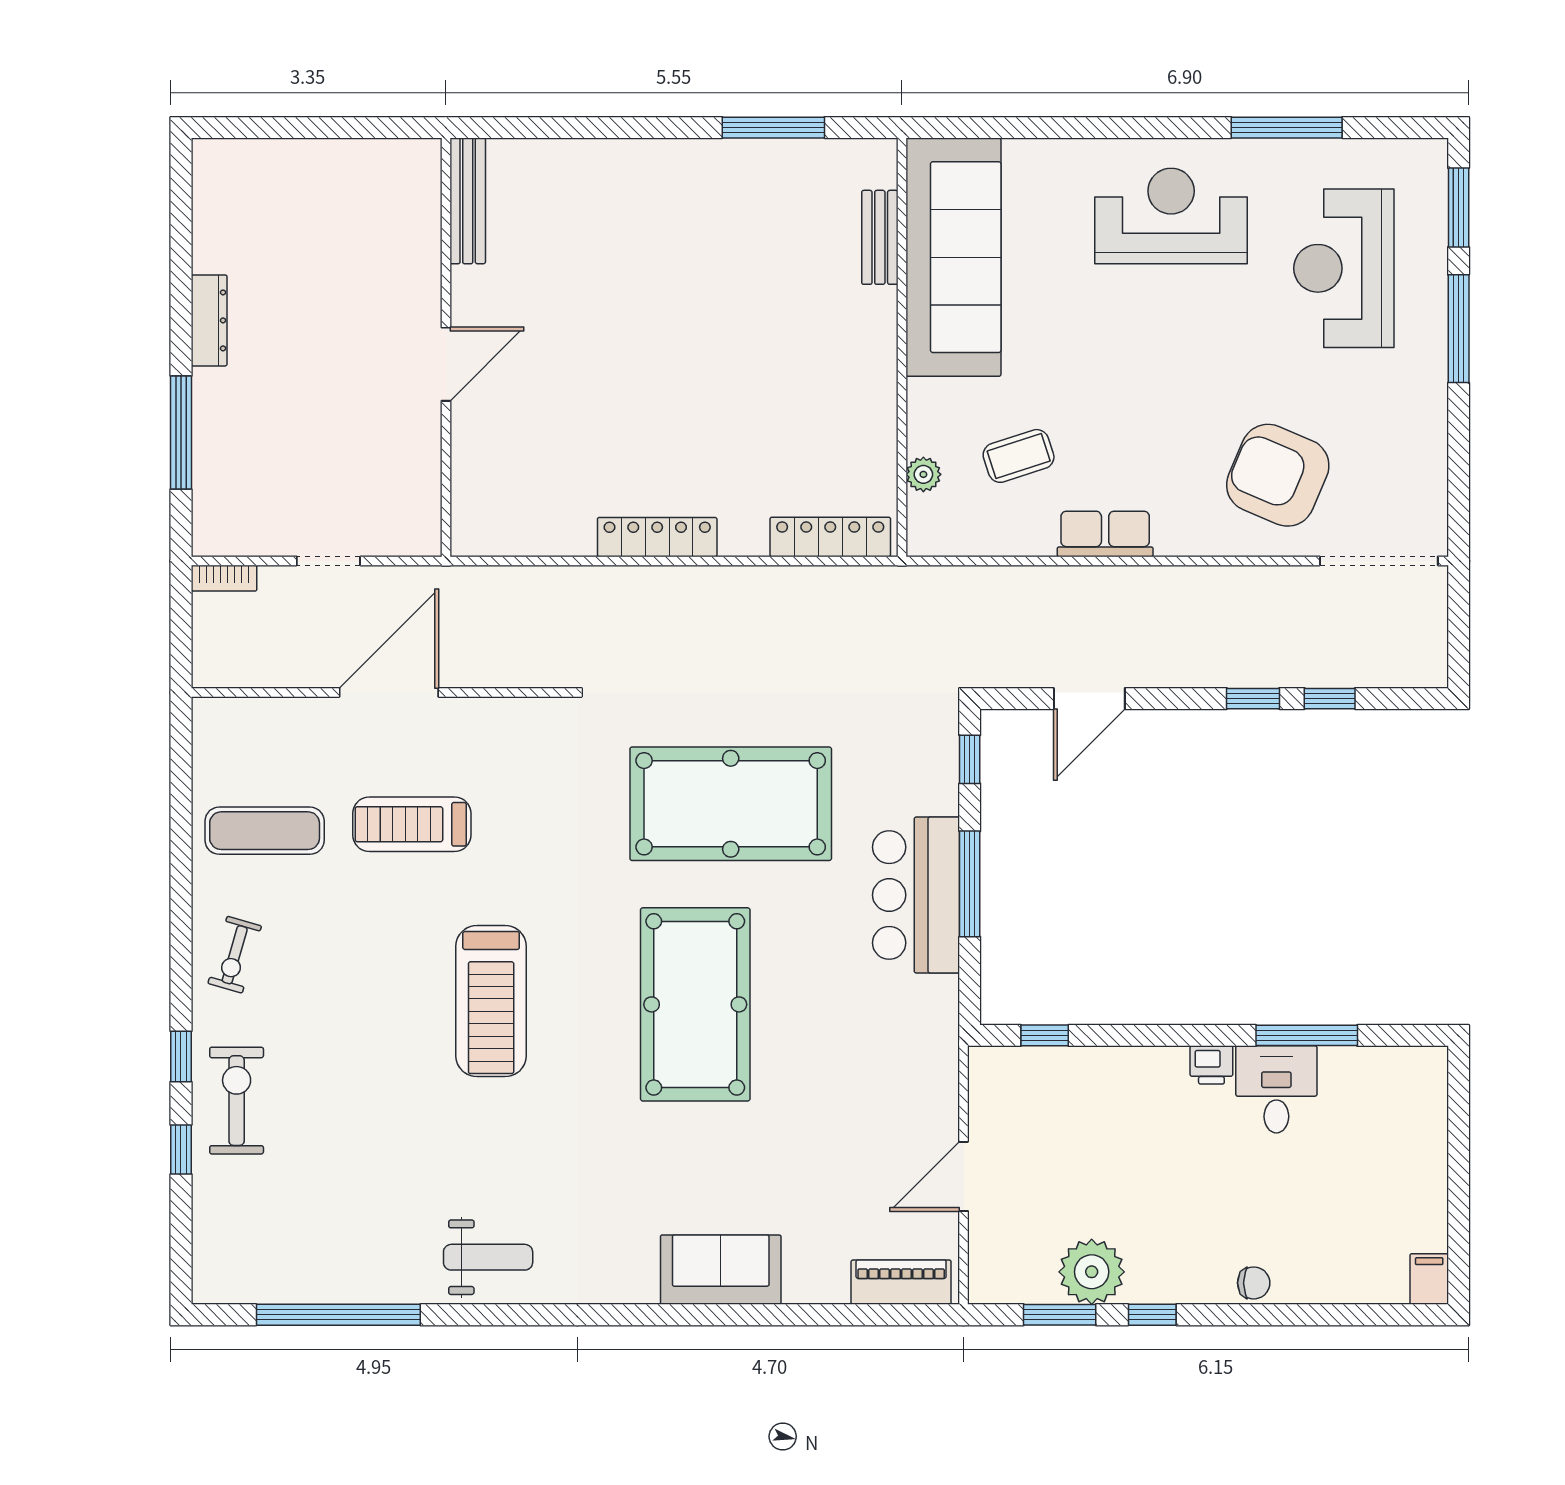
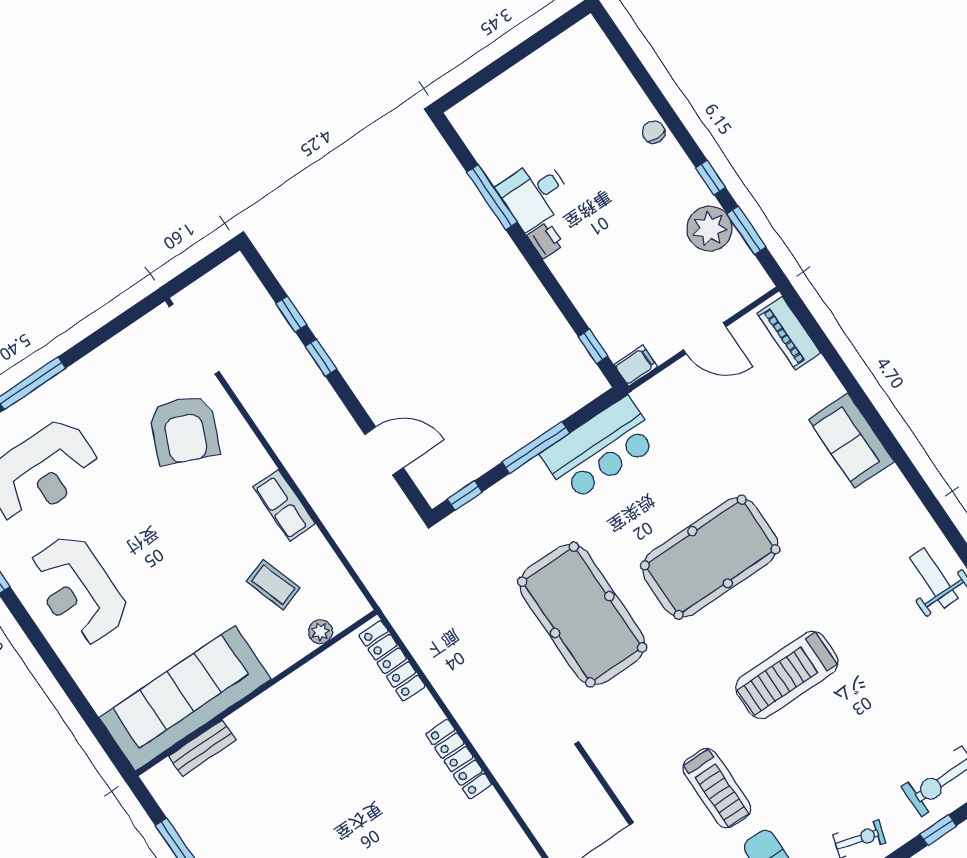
bar counter: (916, 895) -> (600, 449), moved
treadmill: (491, 1001) -> (787, 675), turned 180
filing cabinet: (1429, 1279) -> (636, 366), moved, turned 180

